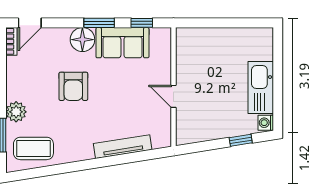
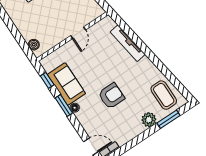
boiler: (194, 35) -> (34, 45), added
floor lamp: (82, 40) -> (75, 108), width x0.53, depth x0.53

